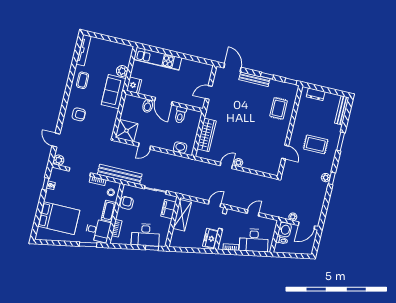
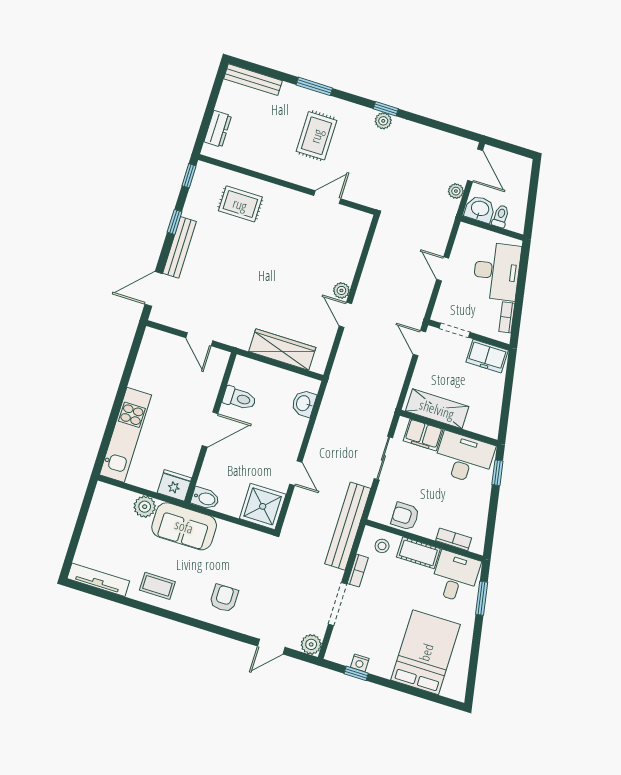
bidet: (148, 106) -> (205, 498), moved
desk: (145, 235) -> (464, 458), moved, turned -80

